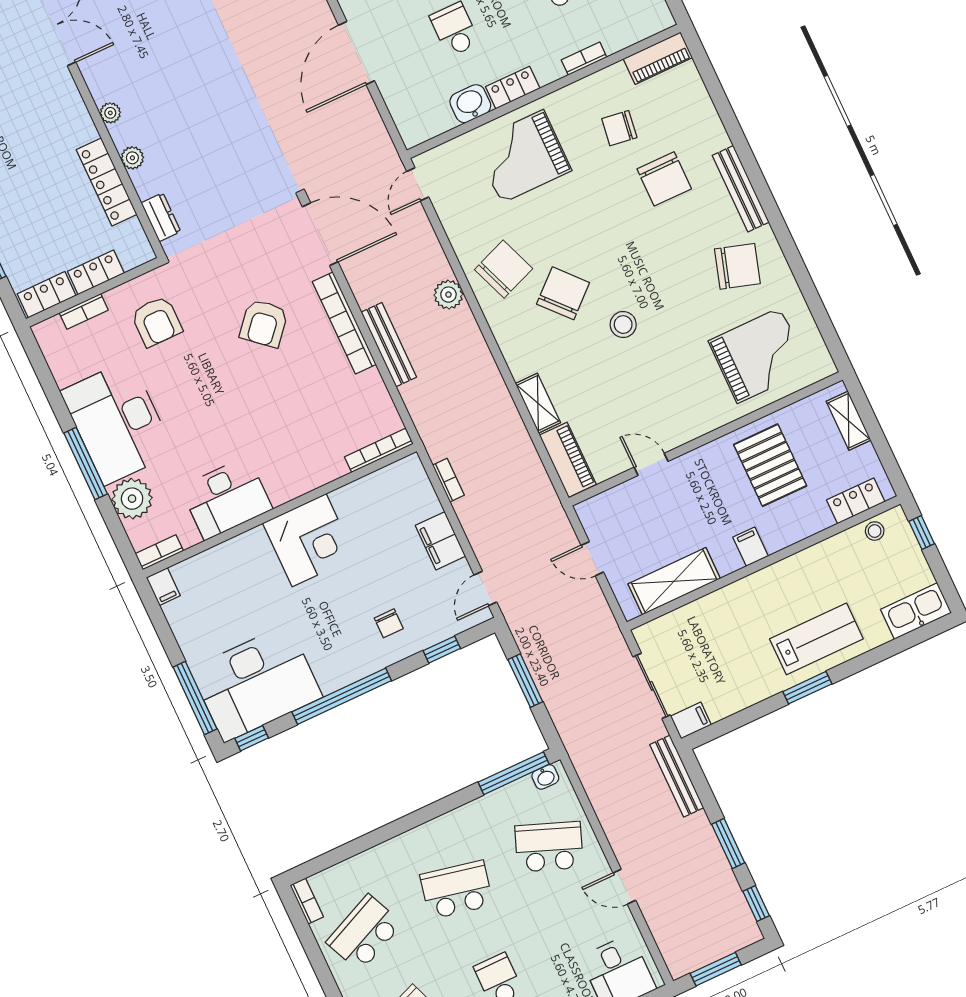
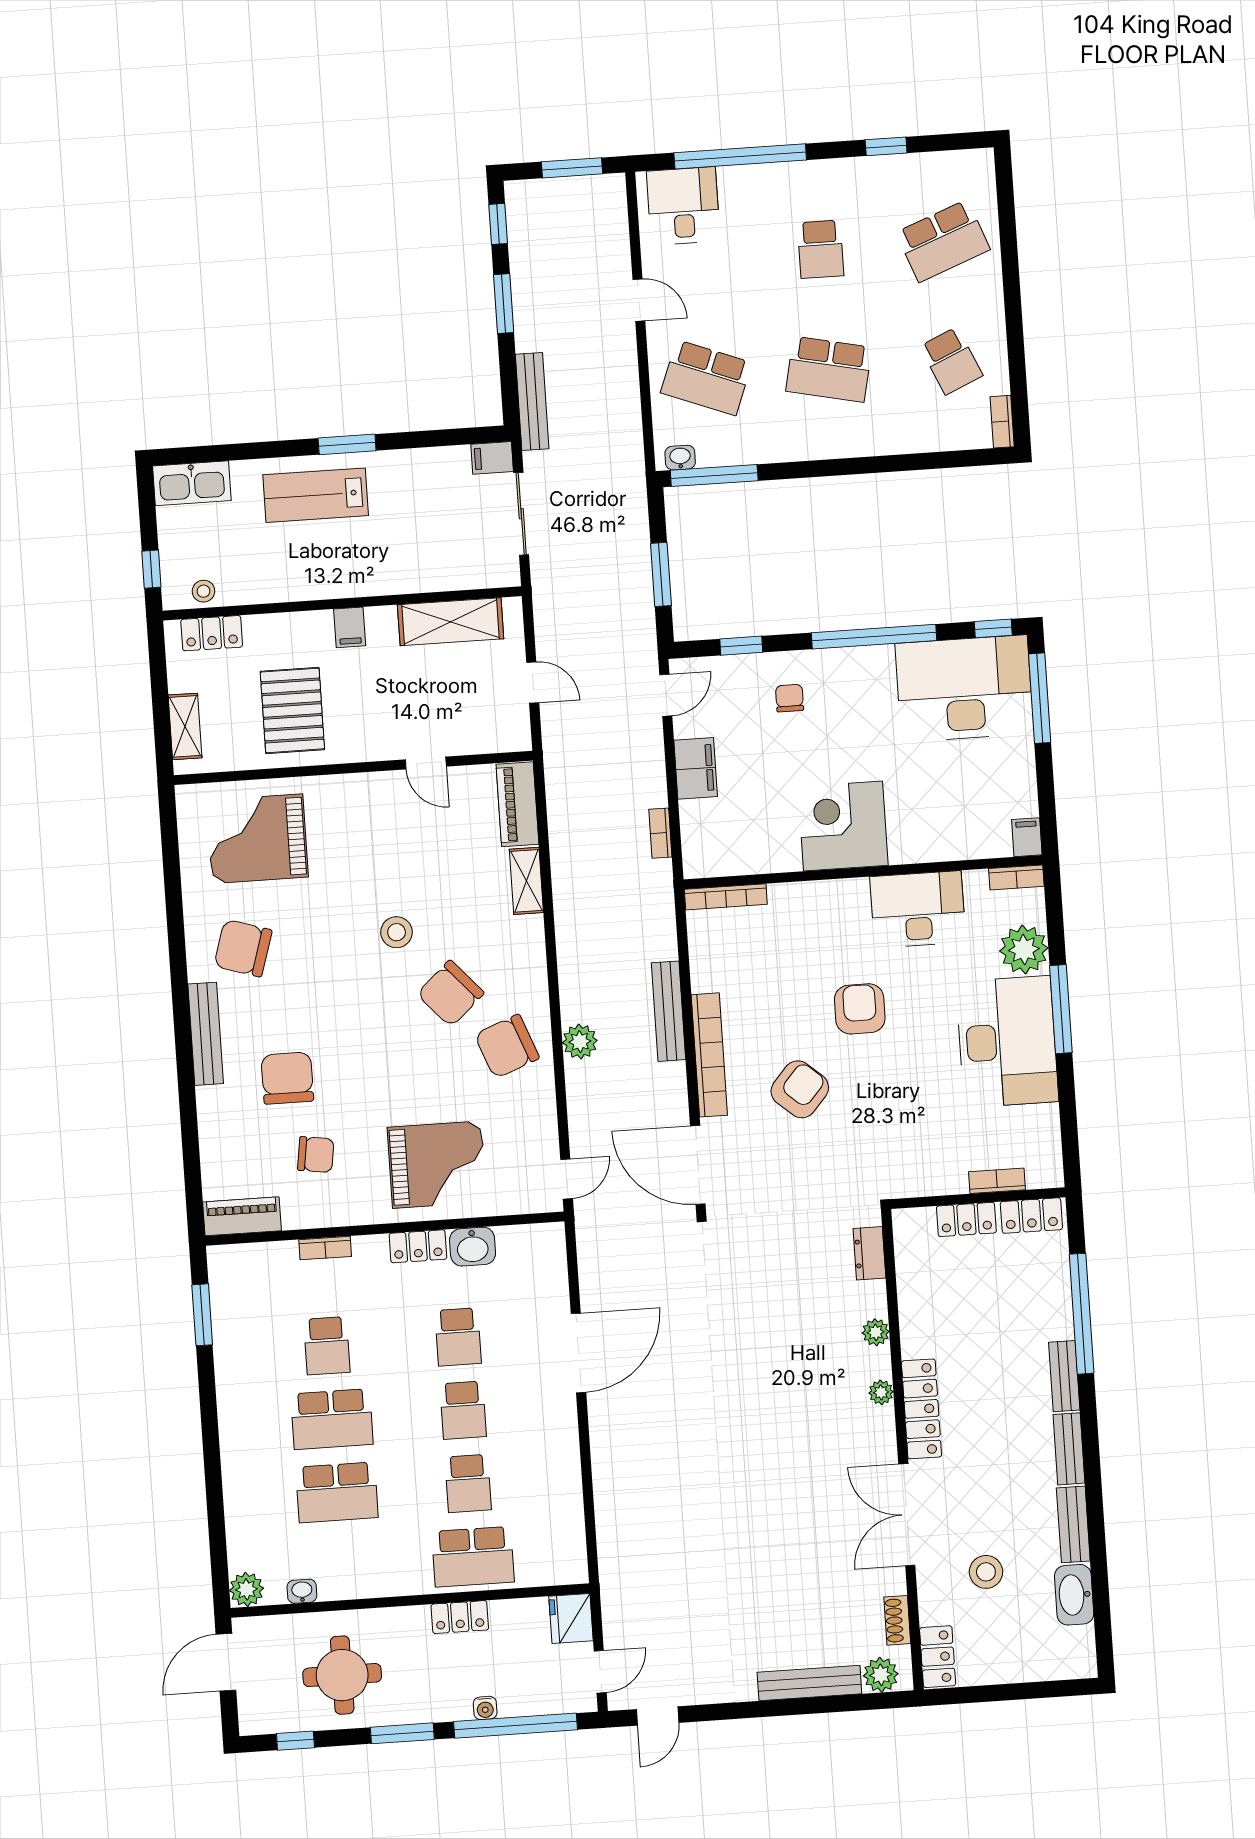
locker: (107, 182) -> (921, 1409), moved
armchair: (157, 321) -> (860, 1009), moved
school desk: (364, 933) -> (951, 361), width x0.54

